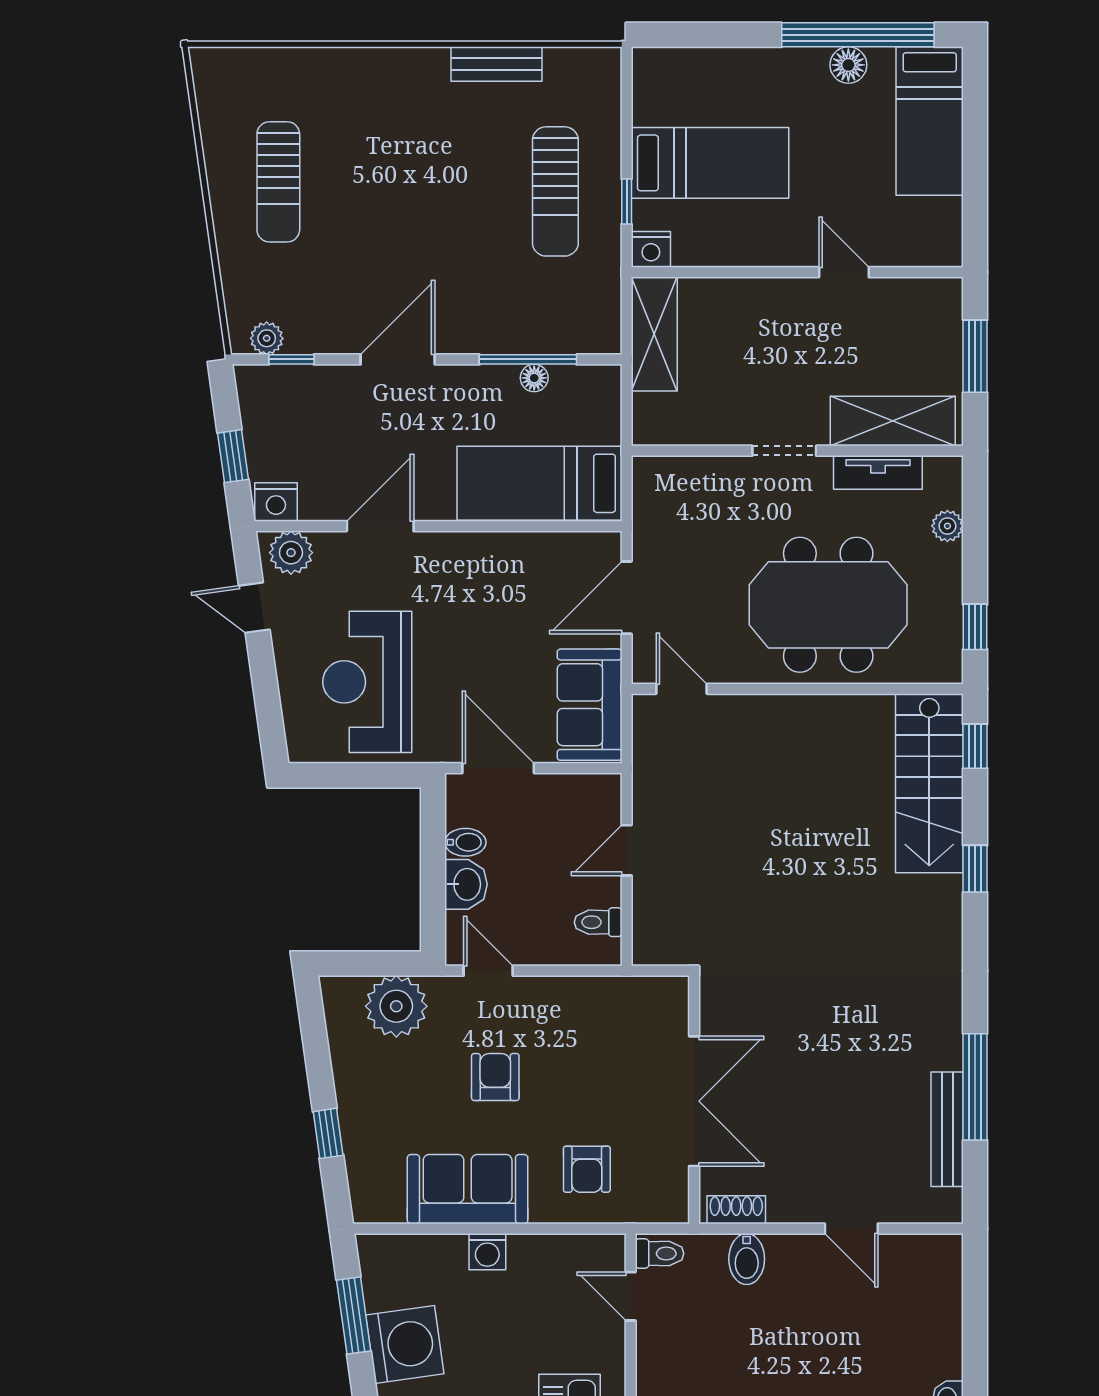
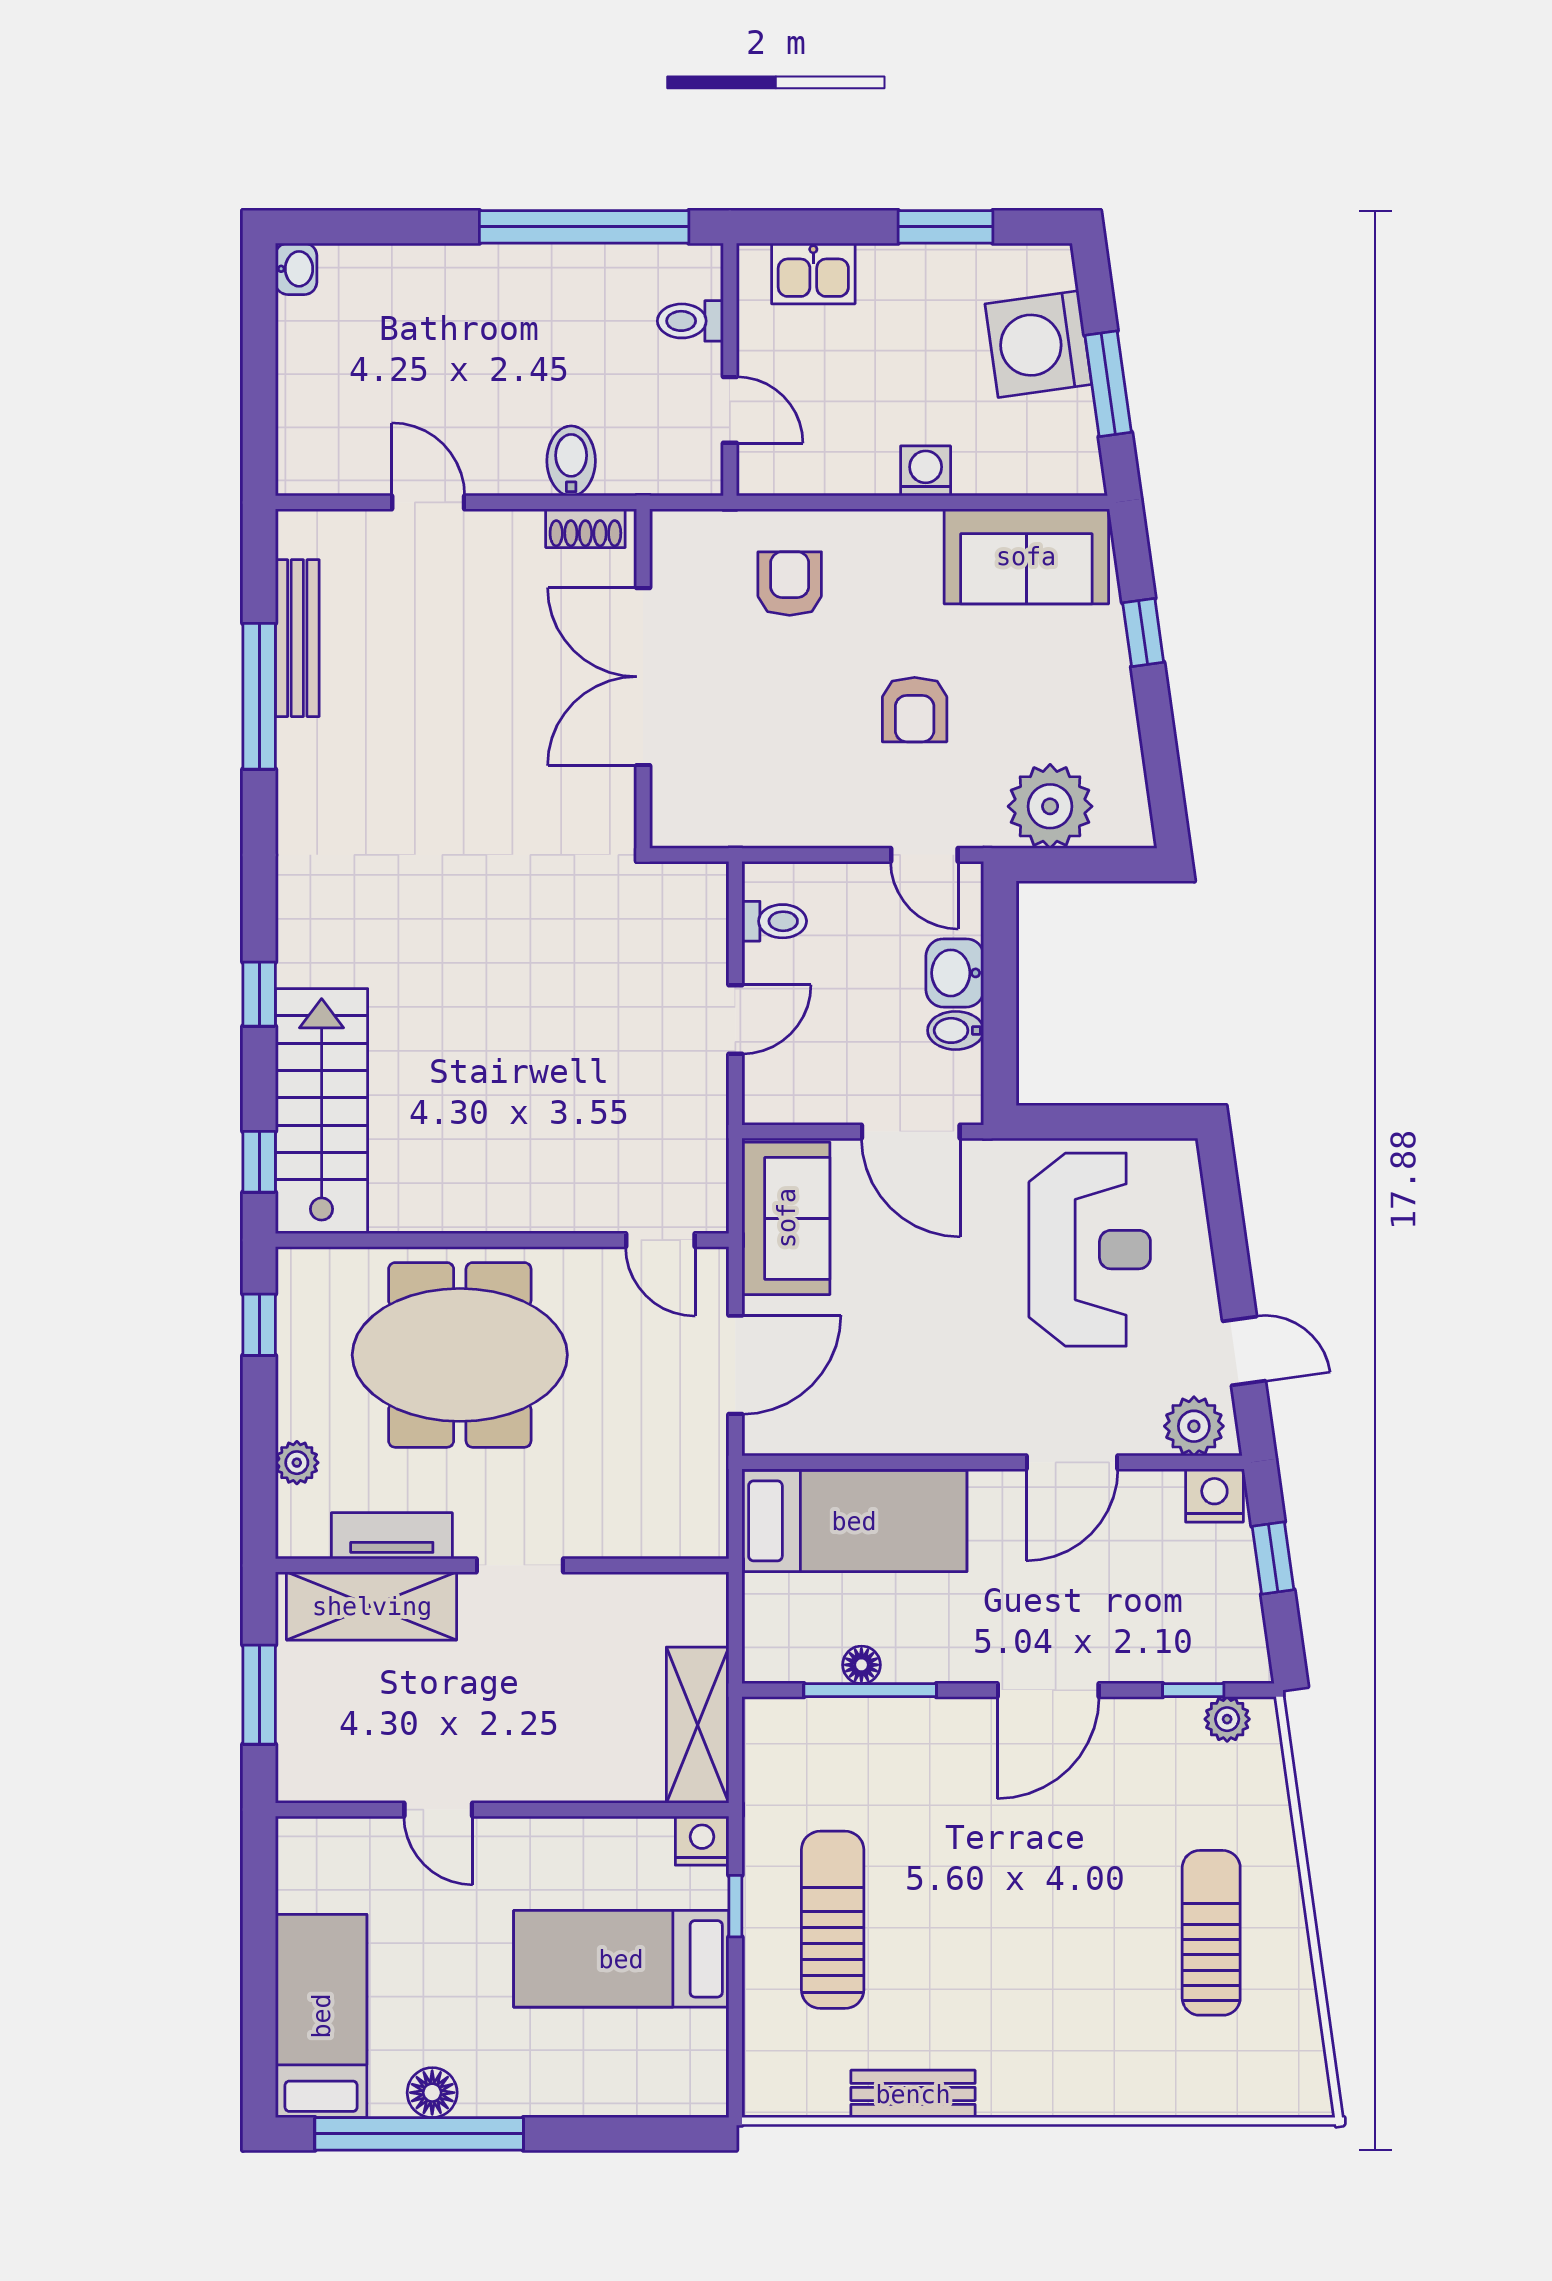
sofa: (468, 1189) -> (1026, 556), moved
toilet: (659, 1254) -> (690, 321), moved

